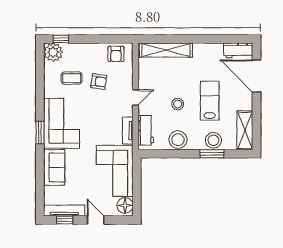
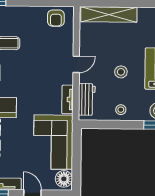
armchair: (99, 82) -> (37, 47), removed
stool: (178, 140) -> (121, 110), width x0.53, depth x0.53

